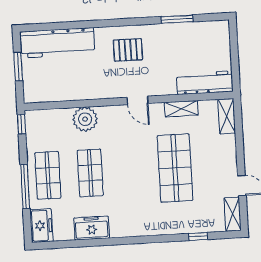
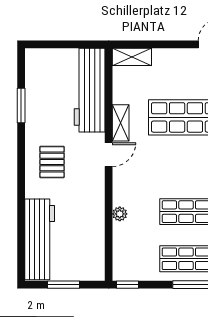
workbench: (205, 83) -> (90, 90), width x1.36, depth x1.32
shelving: (181, 109) -> (121, 123), moved
plant: (85, 119) -> (120, 214), width x0.53, depth x0.53

